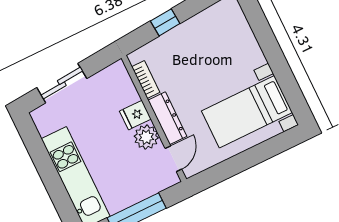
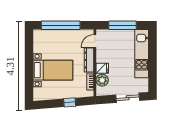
bed with nightstands: (247, 112) -> (53, 70), moved
plant: (146, 137) -> (102, 80), moved
window: (251, 157) -> (61, 25), added

